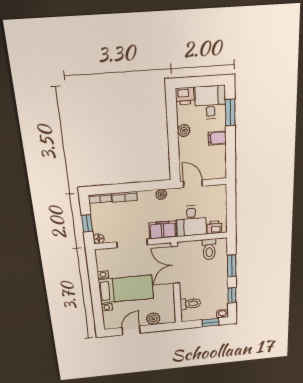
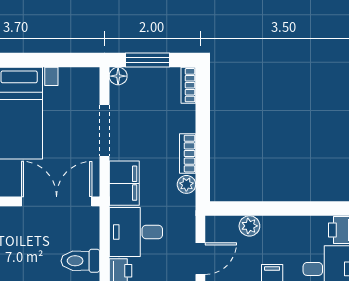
plant: (184, 131) -> (249, 226), moved
door: (193, 184) -> (200, 259), moved
bookcase: (125, 197) -> (188, 154), moved
window: (87, 223) -> (147, 60), width x1.50

